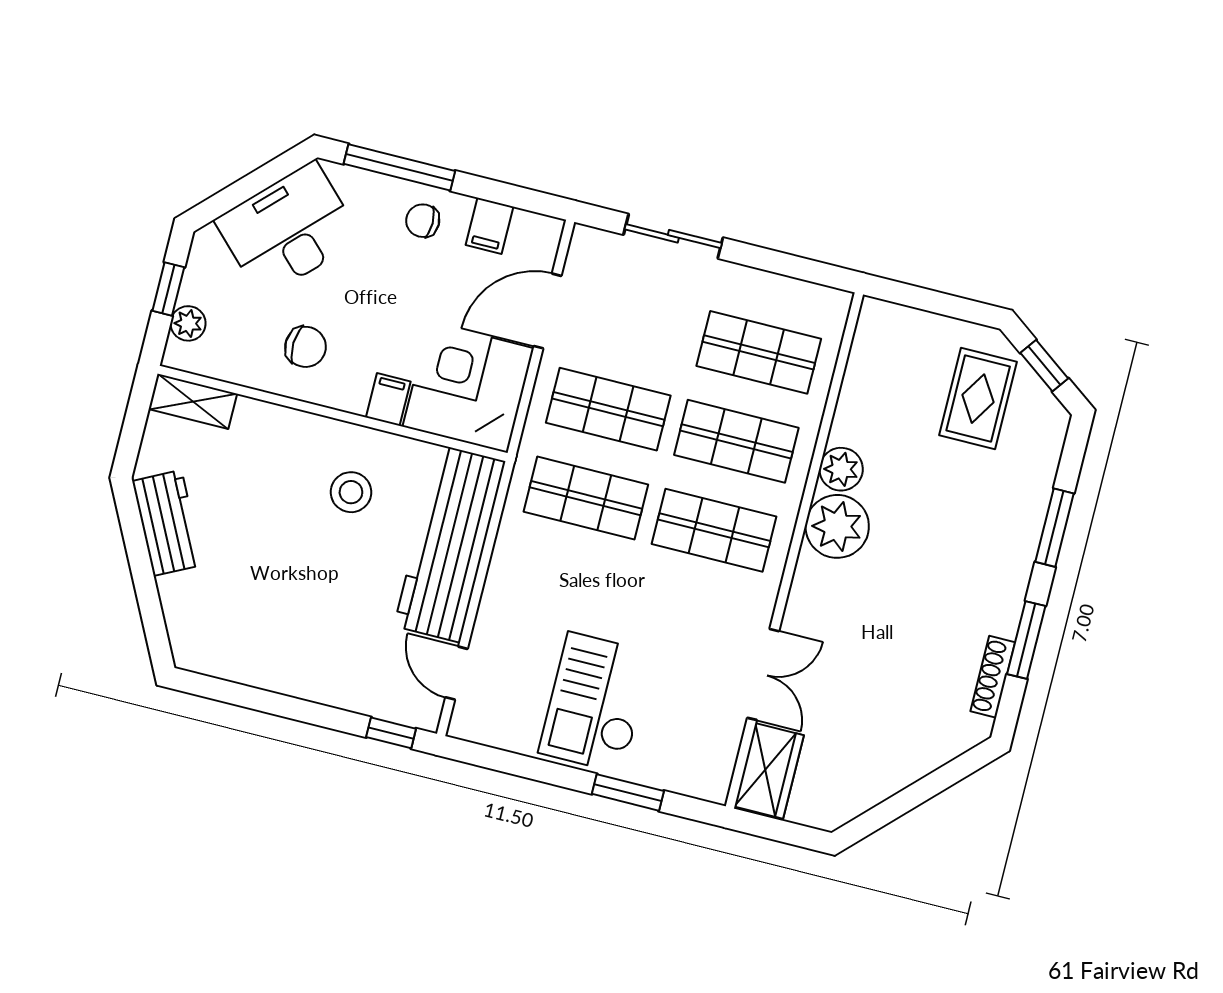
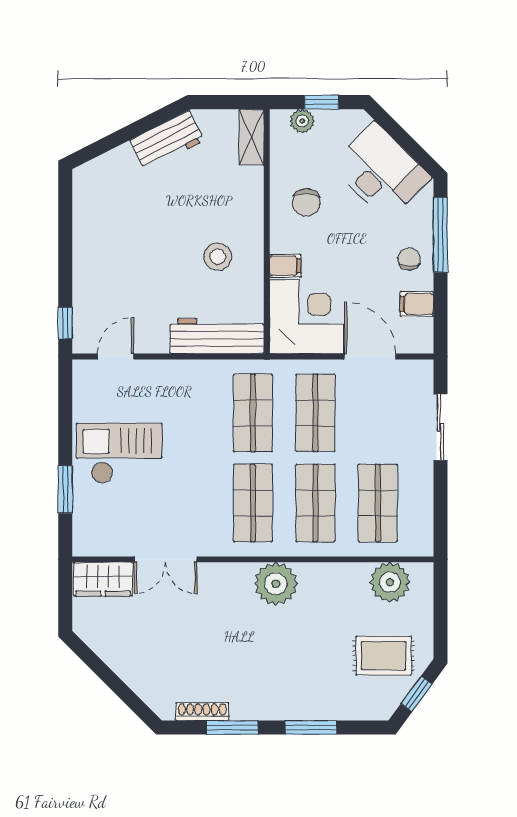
plant: (841, 469) -> (390, 582), moved, width x1.36, depth x1.36
workbench: (450, 544) -> (217, 336), width x0.73, depth x0.76

